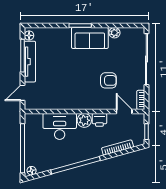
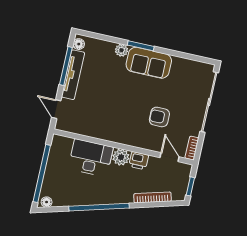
plant: (114, 33) -> (121, 50), moved
armchair: (108, 80) -> (159, 117), turned 180
door: (22, 93) -> (56, 109), hinge flipped

